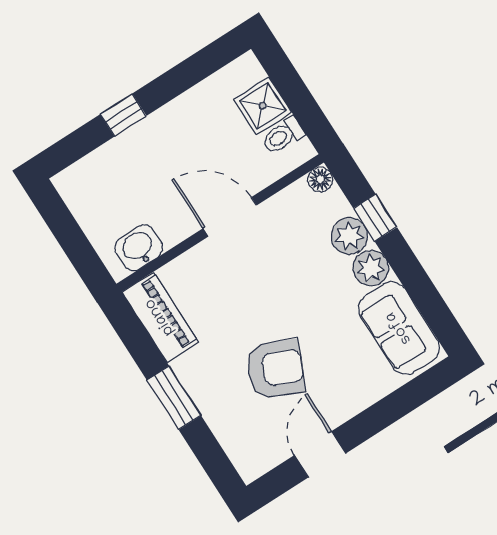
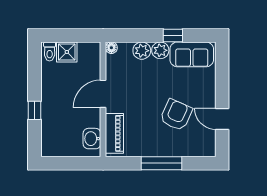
toilet: (283, 136) -> (50, 51), moved
window: (375, 218) -> (173, 36), moved
piano: (160, 317) -> (114, 133), moved, turned 90
window: (174, 398) -> (162, 163), width x1.44

